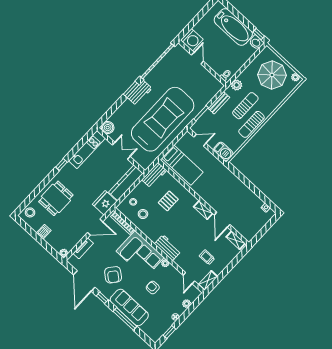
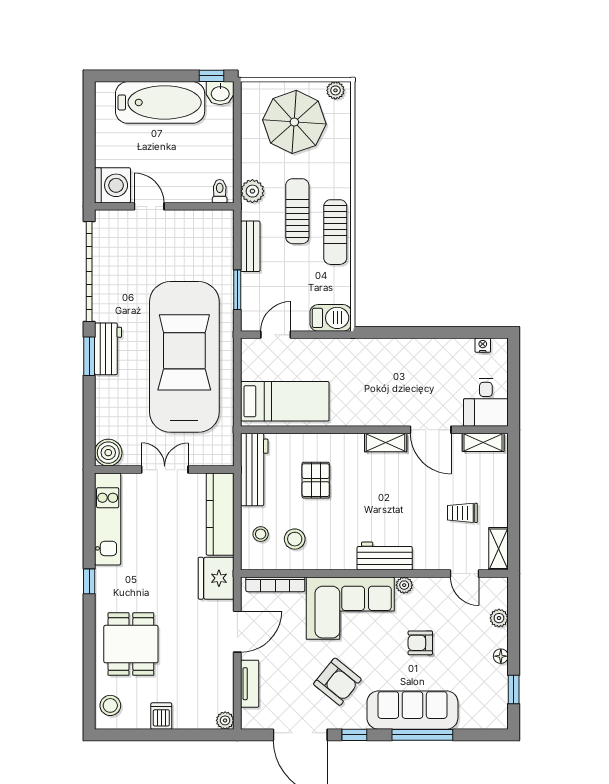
workbench: (154, 175) -> (254, 469), width x1.38
desk: (249, 228) -> (486, 402), added

